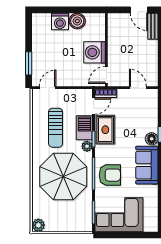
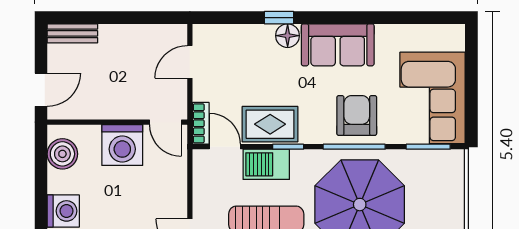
door: (139, 10) -> (41, 90), moved
boiler: (77, 21) -> (62, 154), moved
plant: (87, 146) -> (302, 159), removed

